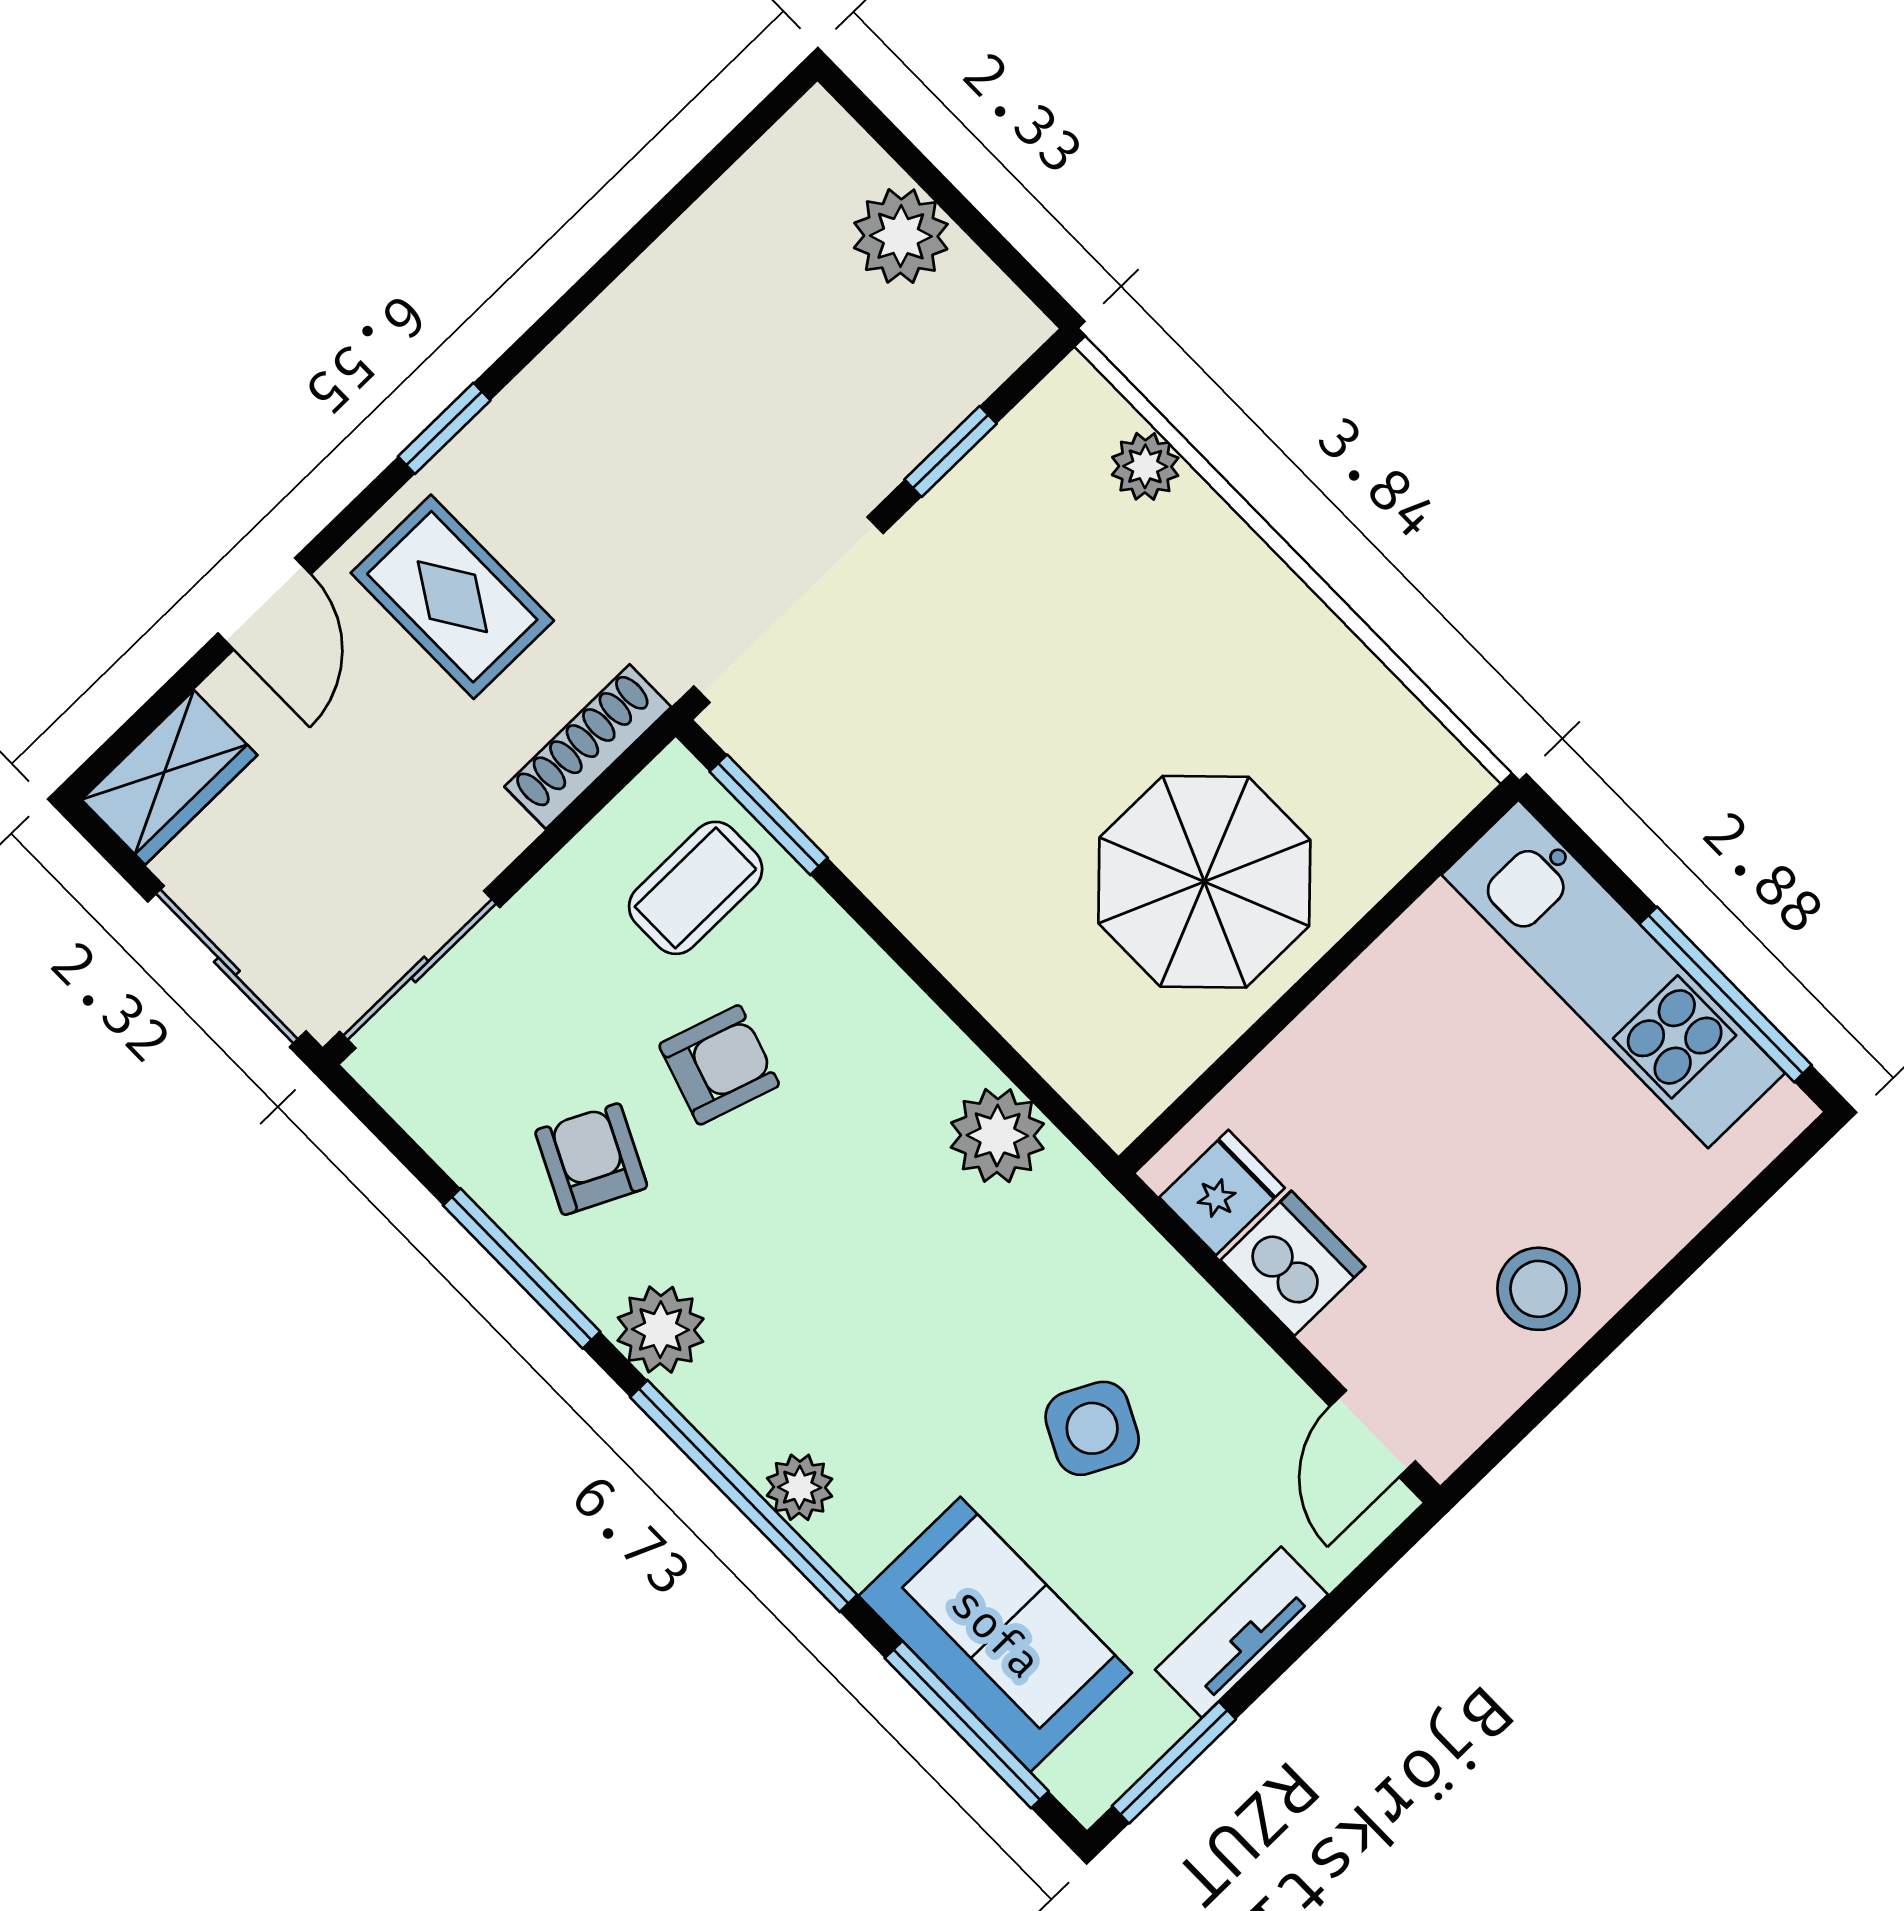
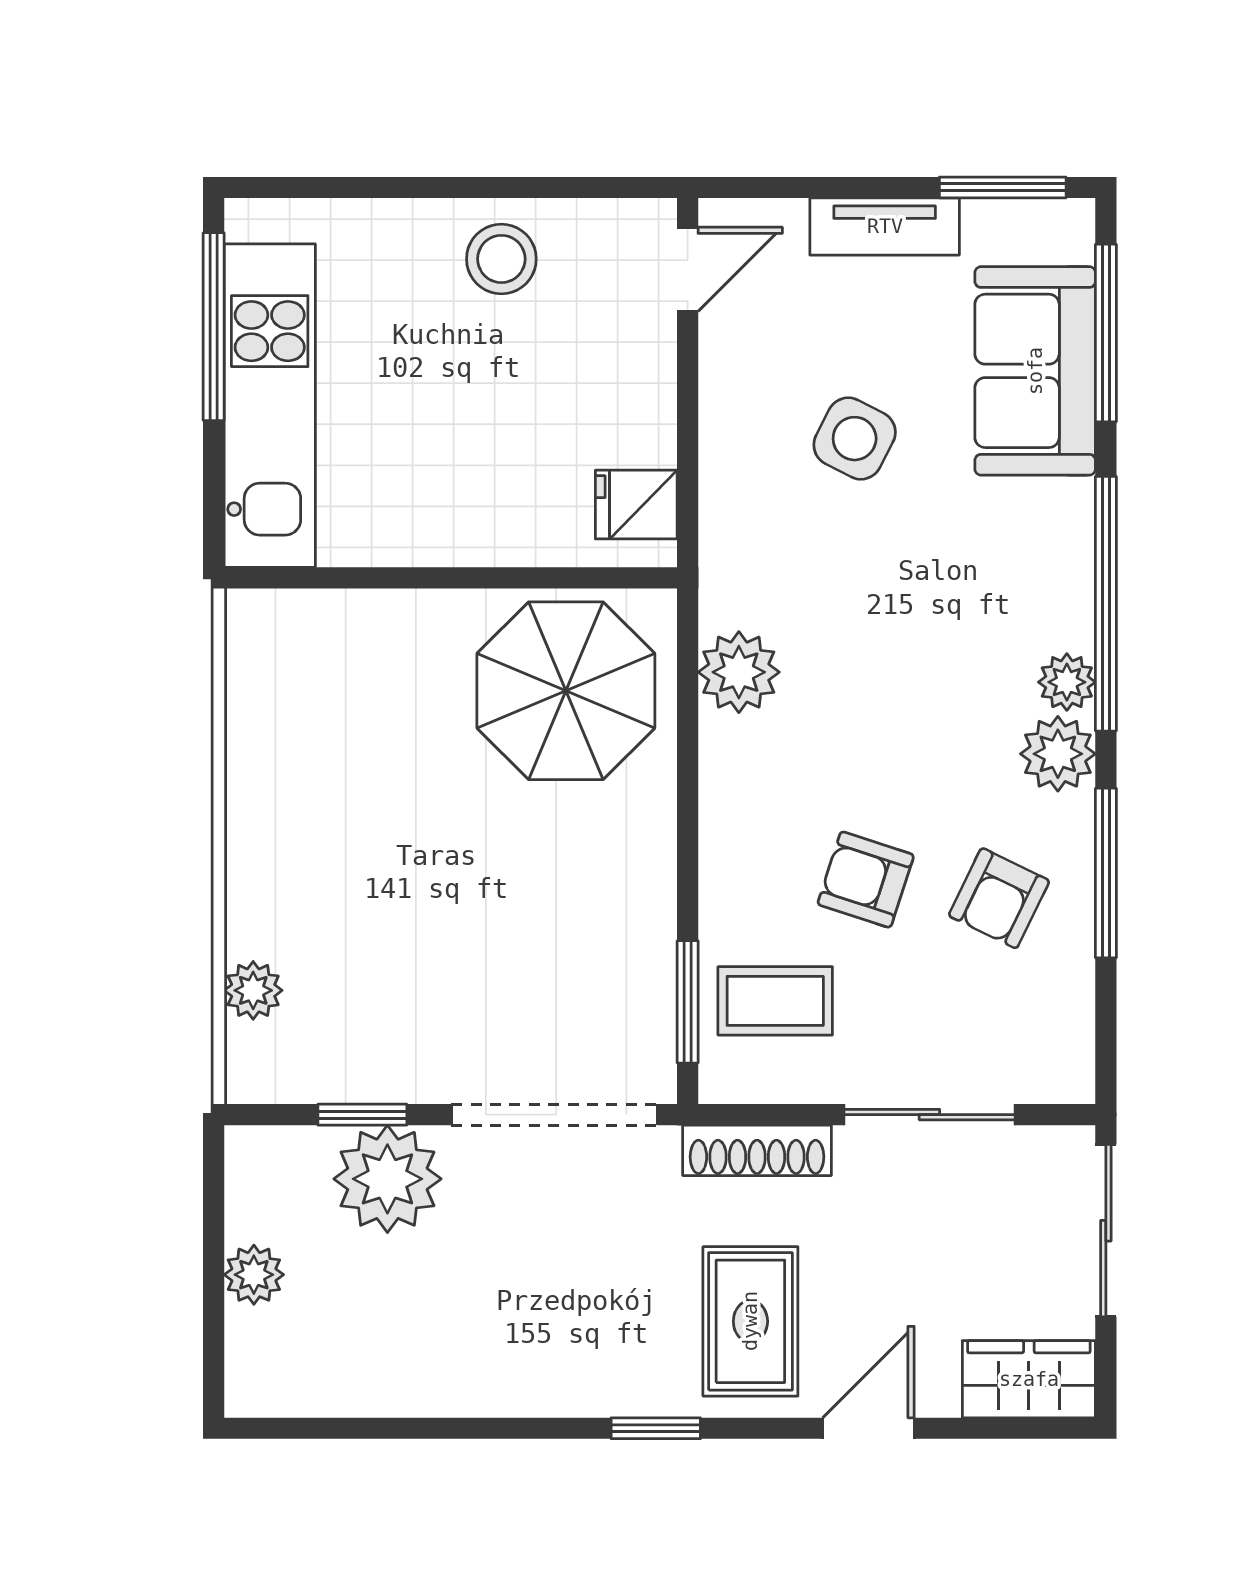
plant: (901, 236) -> (254, 1275), width x0.73, depth x0.73
plant: (876, 418) -> (387, 1179), added
parasol: (1204, 882) -> (566, 691), moved
sliding door: (420, 969) -> (929, 1115), moved
dishwasher: (1293, 1263) -> (635, 420), removed
plant: (800, 1487) -> (1067, 682), moved

